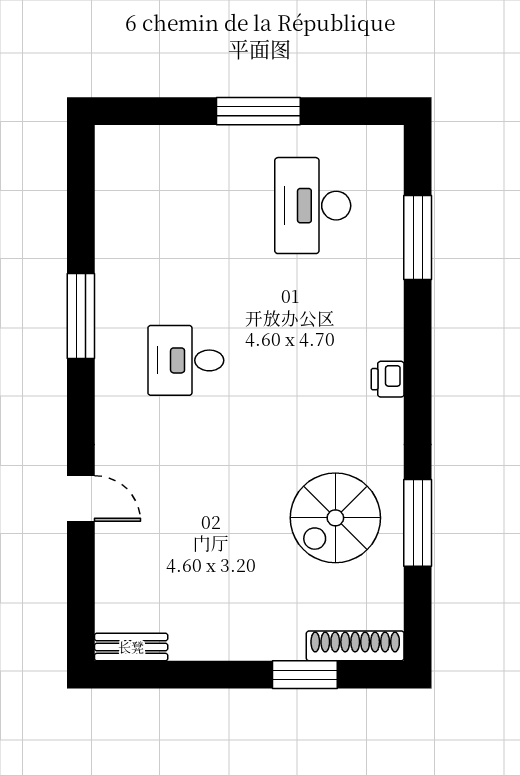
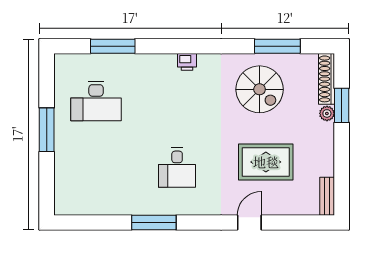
window: (418, 523) -> (277, 46), moved
rug: (197, 530) -> (266, 162), added
plant: (289, 647) -> (327, 113), added

